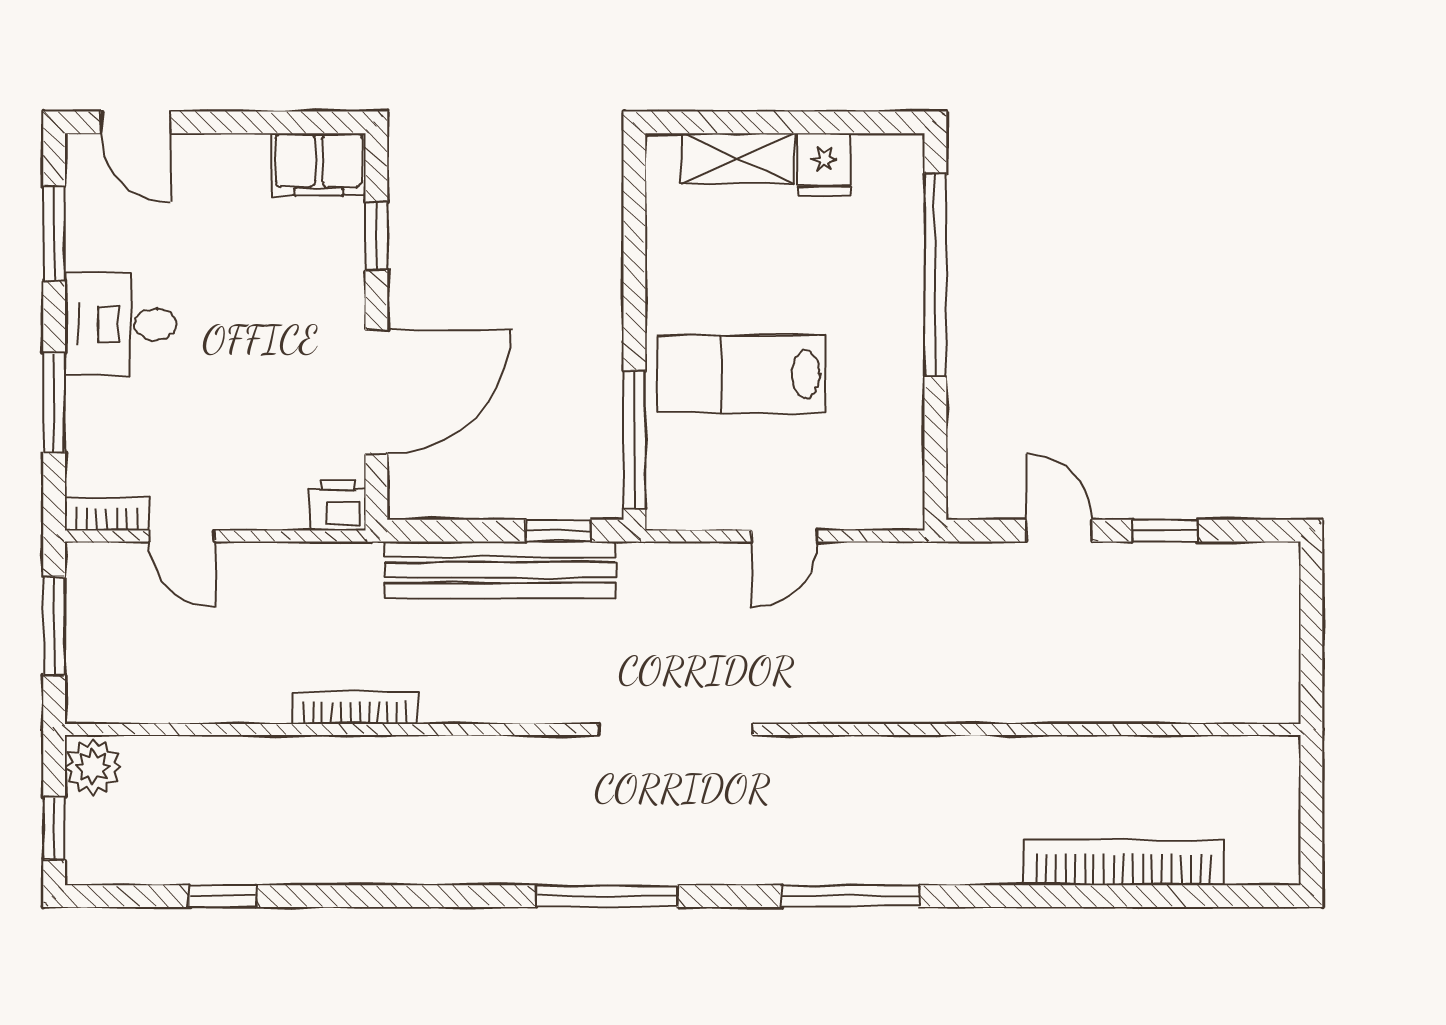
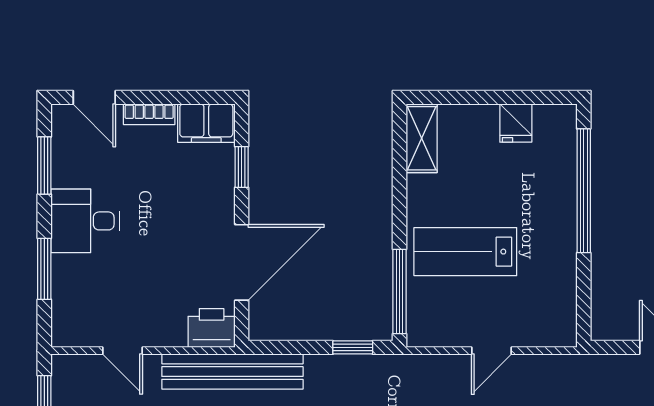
shelving: (738, 158) -> (422, 138), moved, turned 90
printer: (338, 505) -> (212, 328), width x1.36, depth x1.24
bookcase: (107, 514) -> (149, 114), moved, turned 180
bench: (500, 570) -> (232, 372), moved

